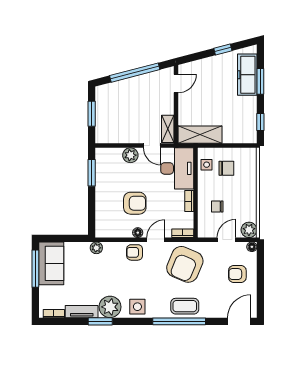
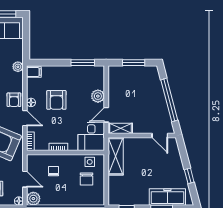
desk: (177, 168) -> (91, 137), width x0.73
filing cabinet: (102, 229) -> (34, 72), added
armchair: (135, 252) -> (14, 100), turned 180

